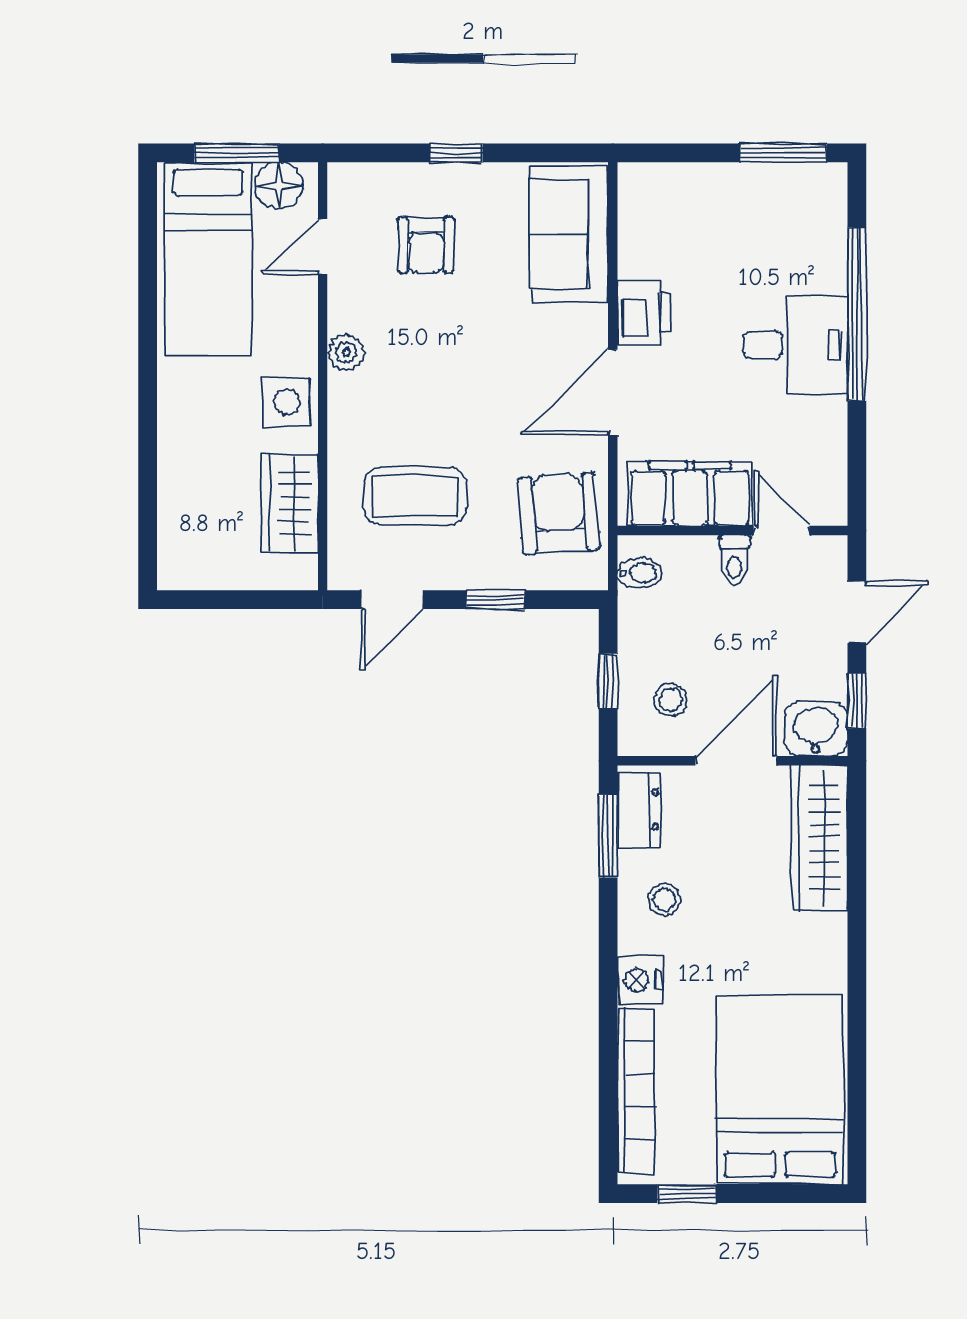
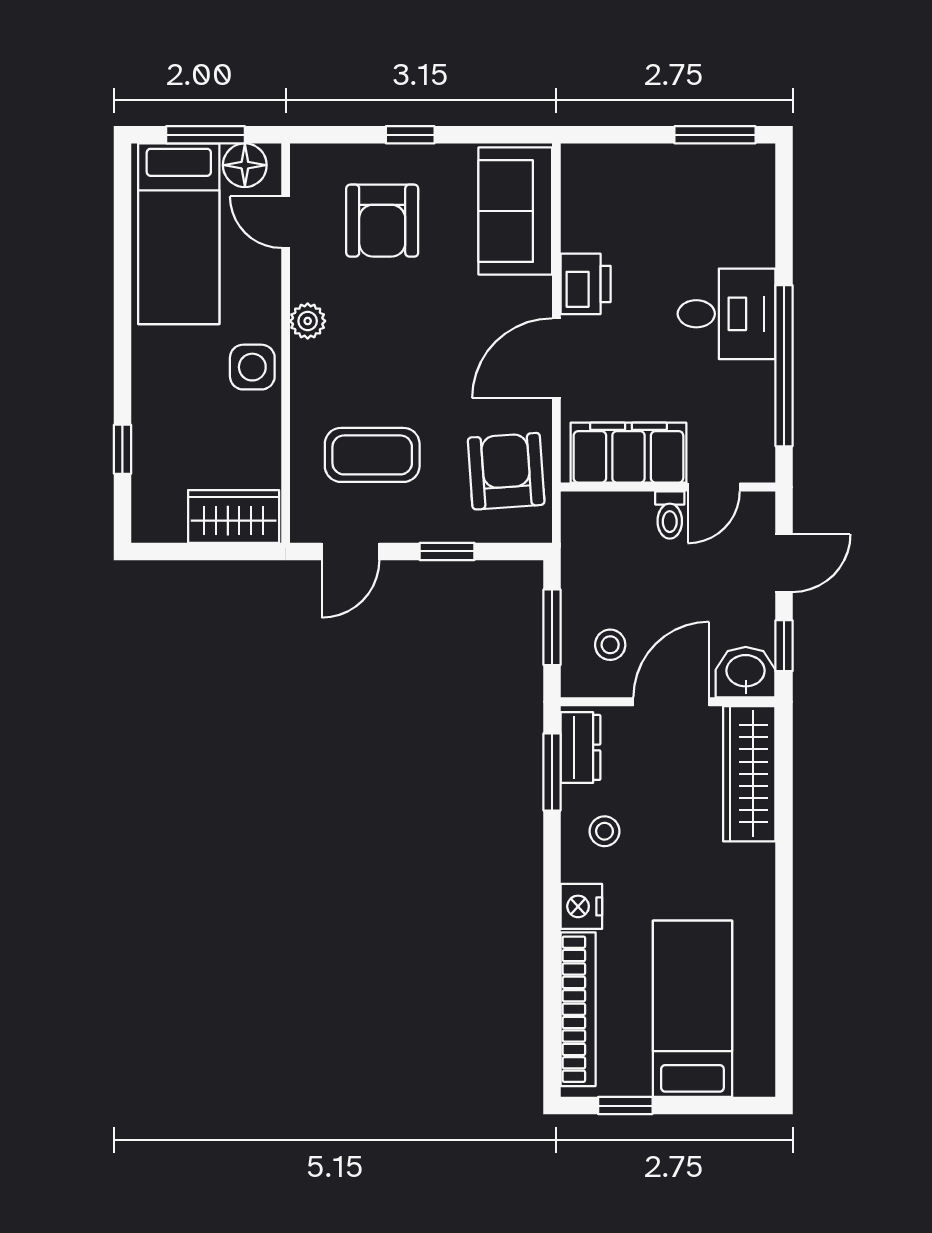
armchair: (426, 245) -> (382, 221), width x1.38, depth x1.38
door: (323, 247) -> (286, 222), hinge flipped
window: (857, 314) -> (784, 366), moved
window: (148, 490) -> (122, 449), added
wardrobe: (290, 503) -> (234, 516), moved, turned 90
door: (782, 530) -> (714, 487), swing flipped
bidet: (640, 573) -> (581, 527), removed
window: (608, 681) -> (552, 627), width x1.50
bed: (780, 1090) -> (692, 1009), width x0.67

